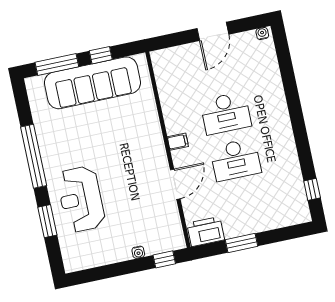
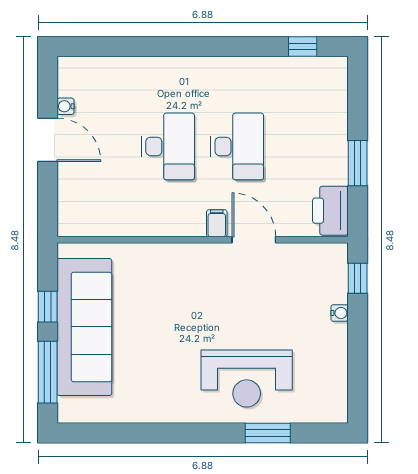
water cooler: (262, 33) -> (66, 106), moved
filing cabinet: (178, 142) -> (217, 223), moved
window: (34, 156) -> (171, 433), removed

